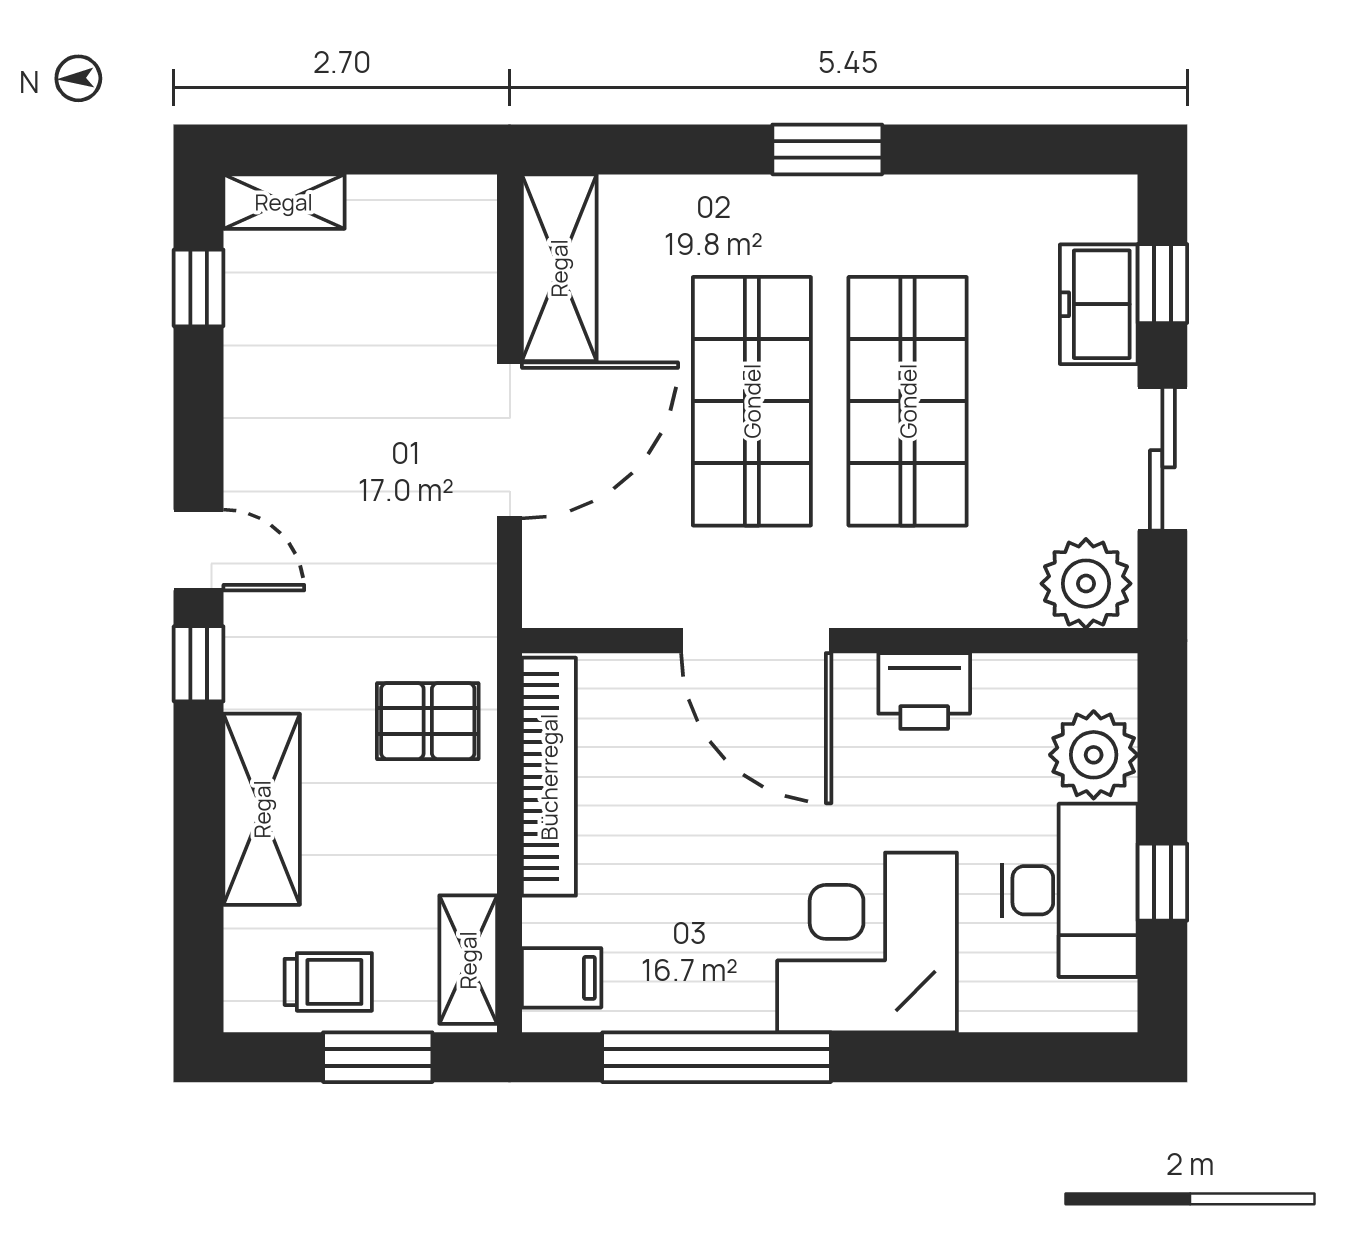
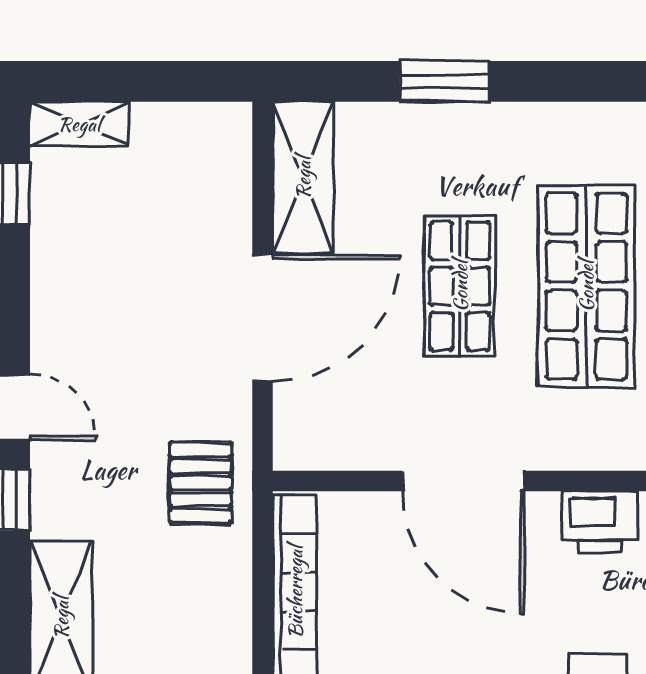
window: (827, 149) -> (445, 81), moved
shop shelf: (752, 401) -> (460, 286), width x0.70, depth x0.74
pallet: (428, 721) -> (201, 483), moved, turned 90

